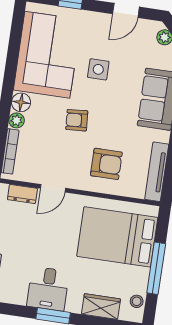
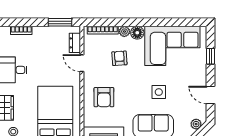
side table: (98, 69) -> (159, 92), moved
armchair: (77, 120) -> (119, 58), moved

